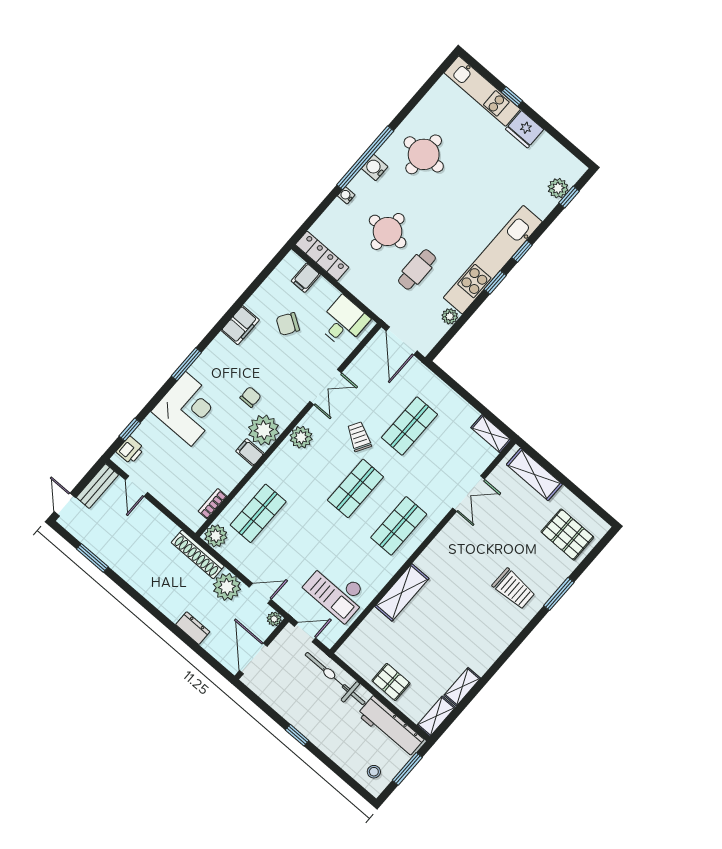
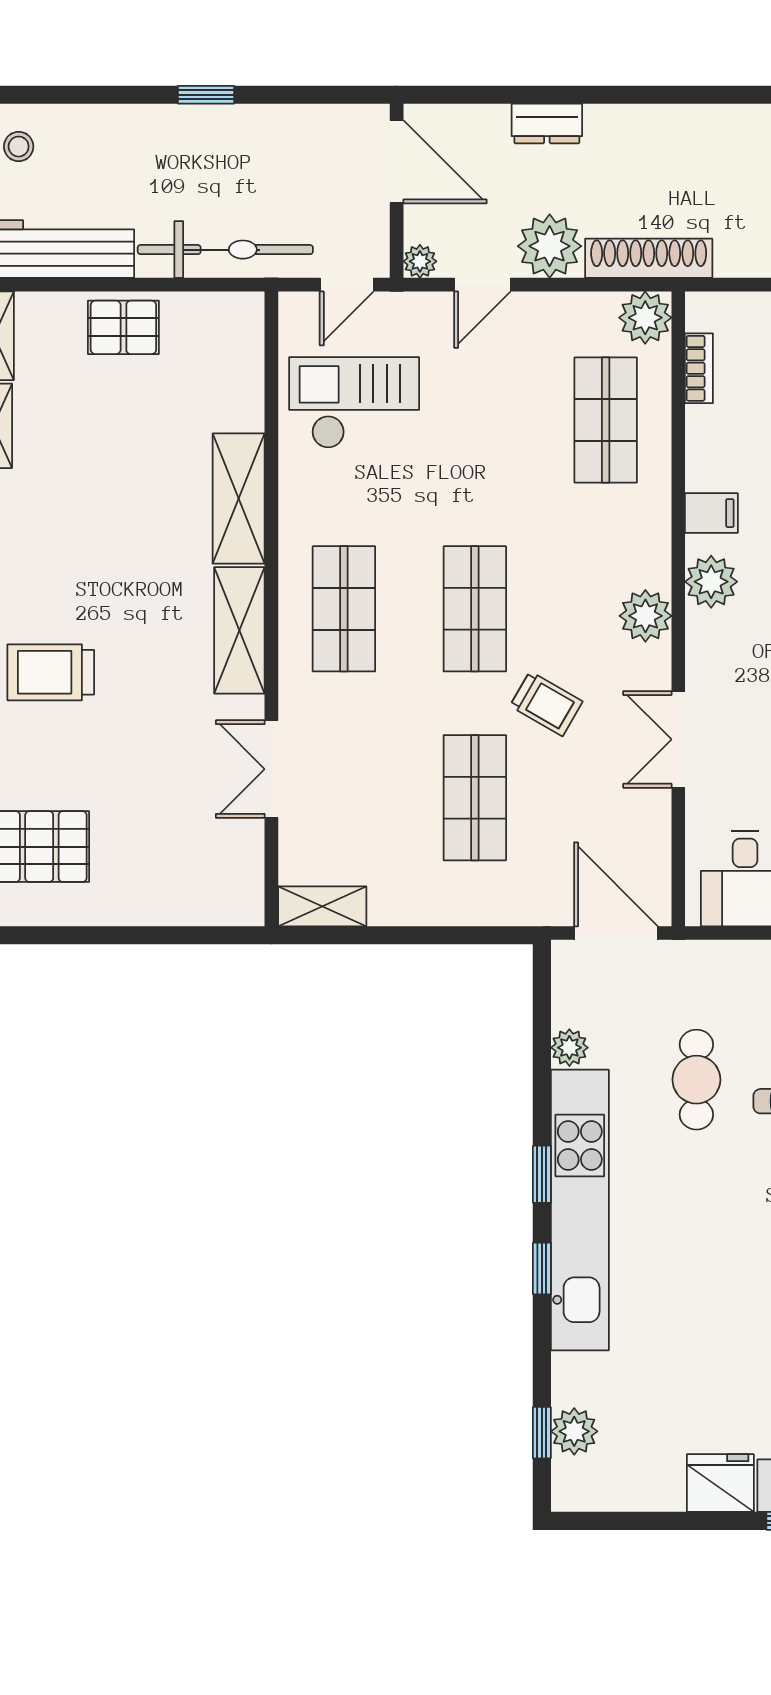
plant: (264, 430) -> (711, 582), width x0.73, depth x0.73
shelving: (534, 474) -> (239, 630), moved, turned 90

